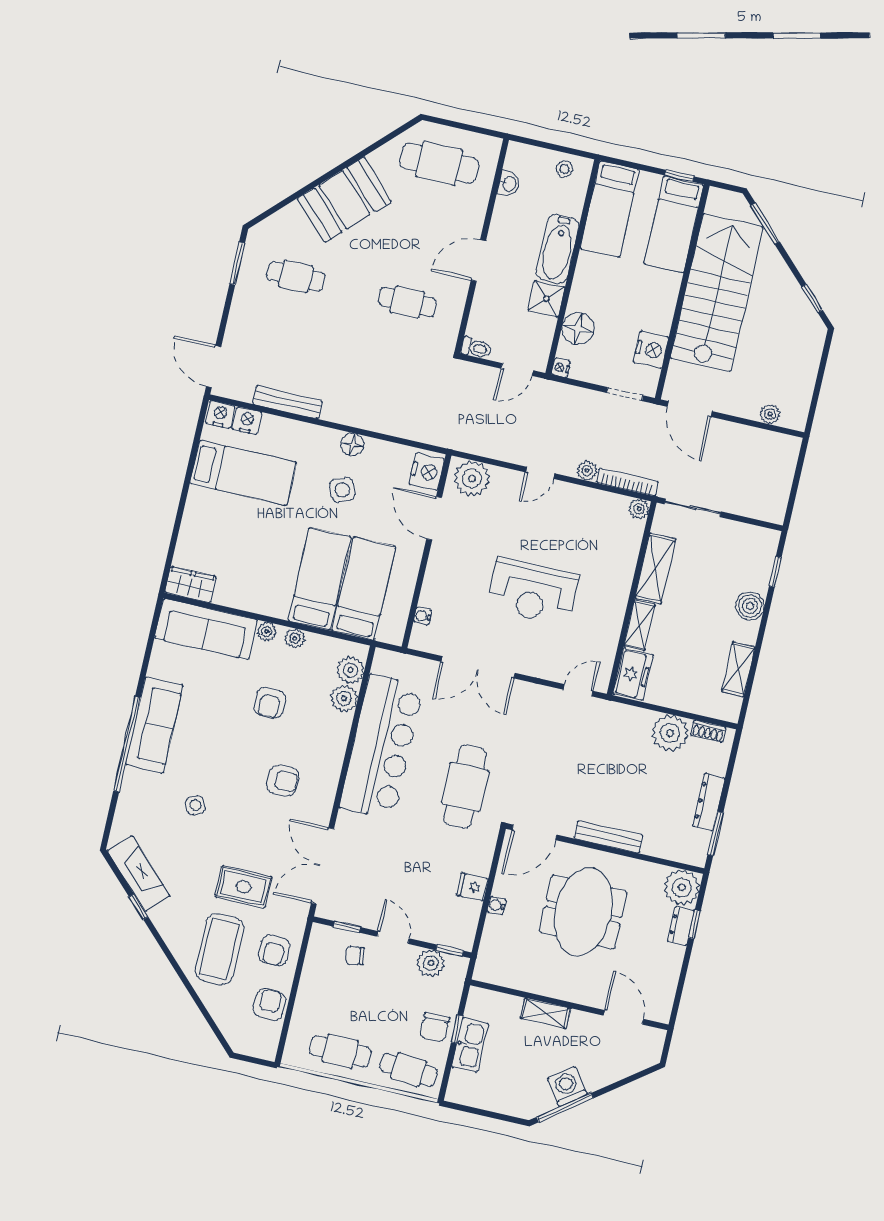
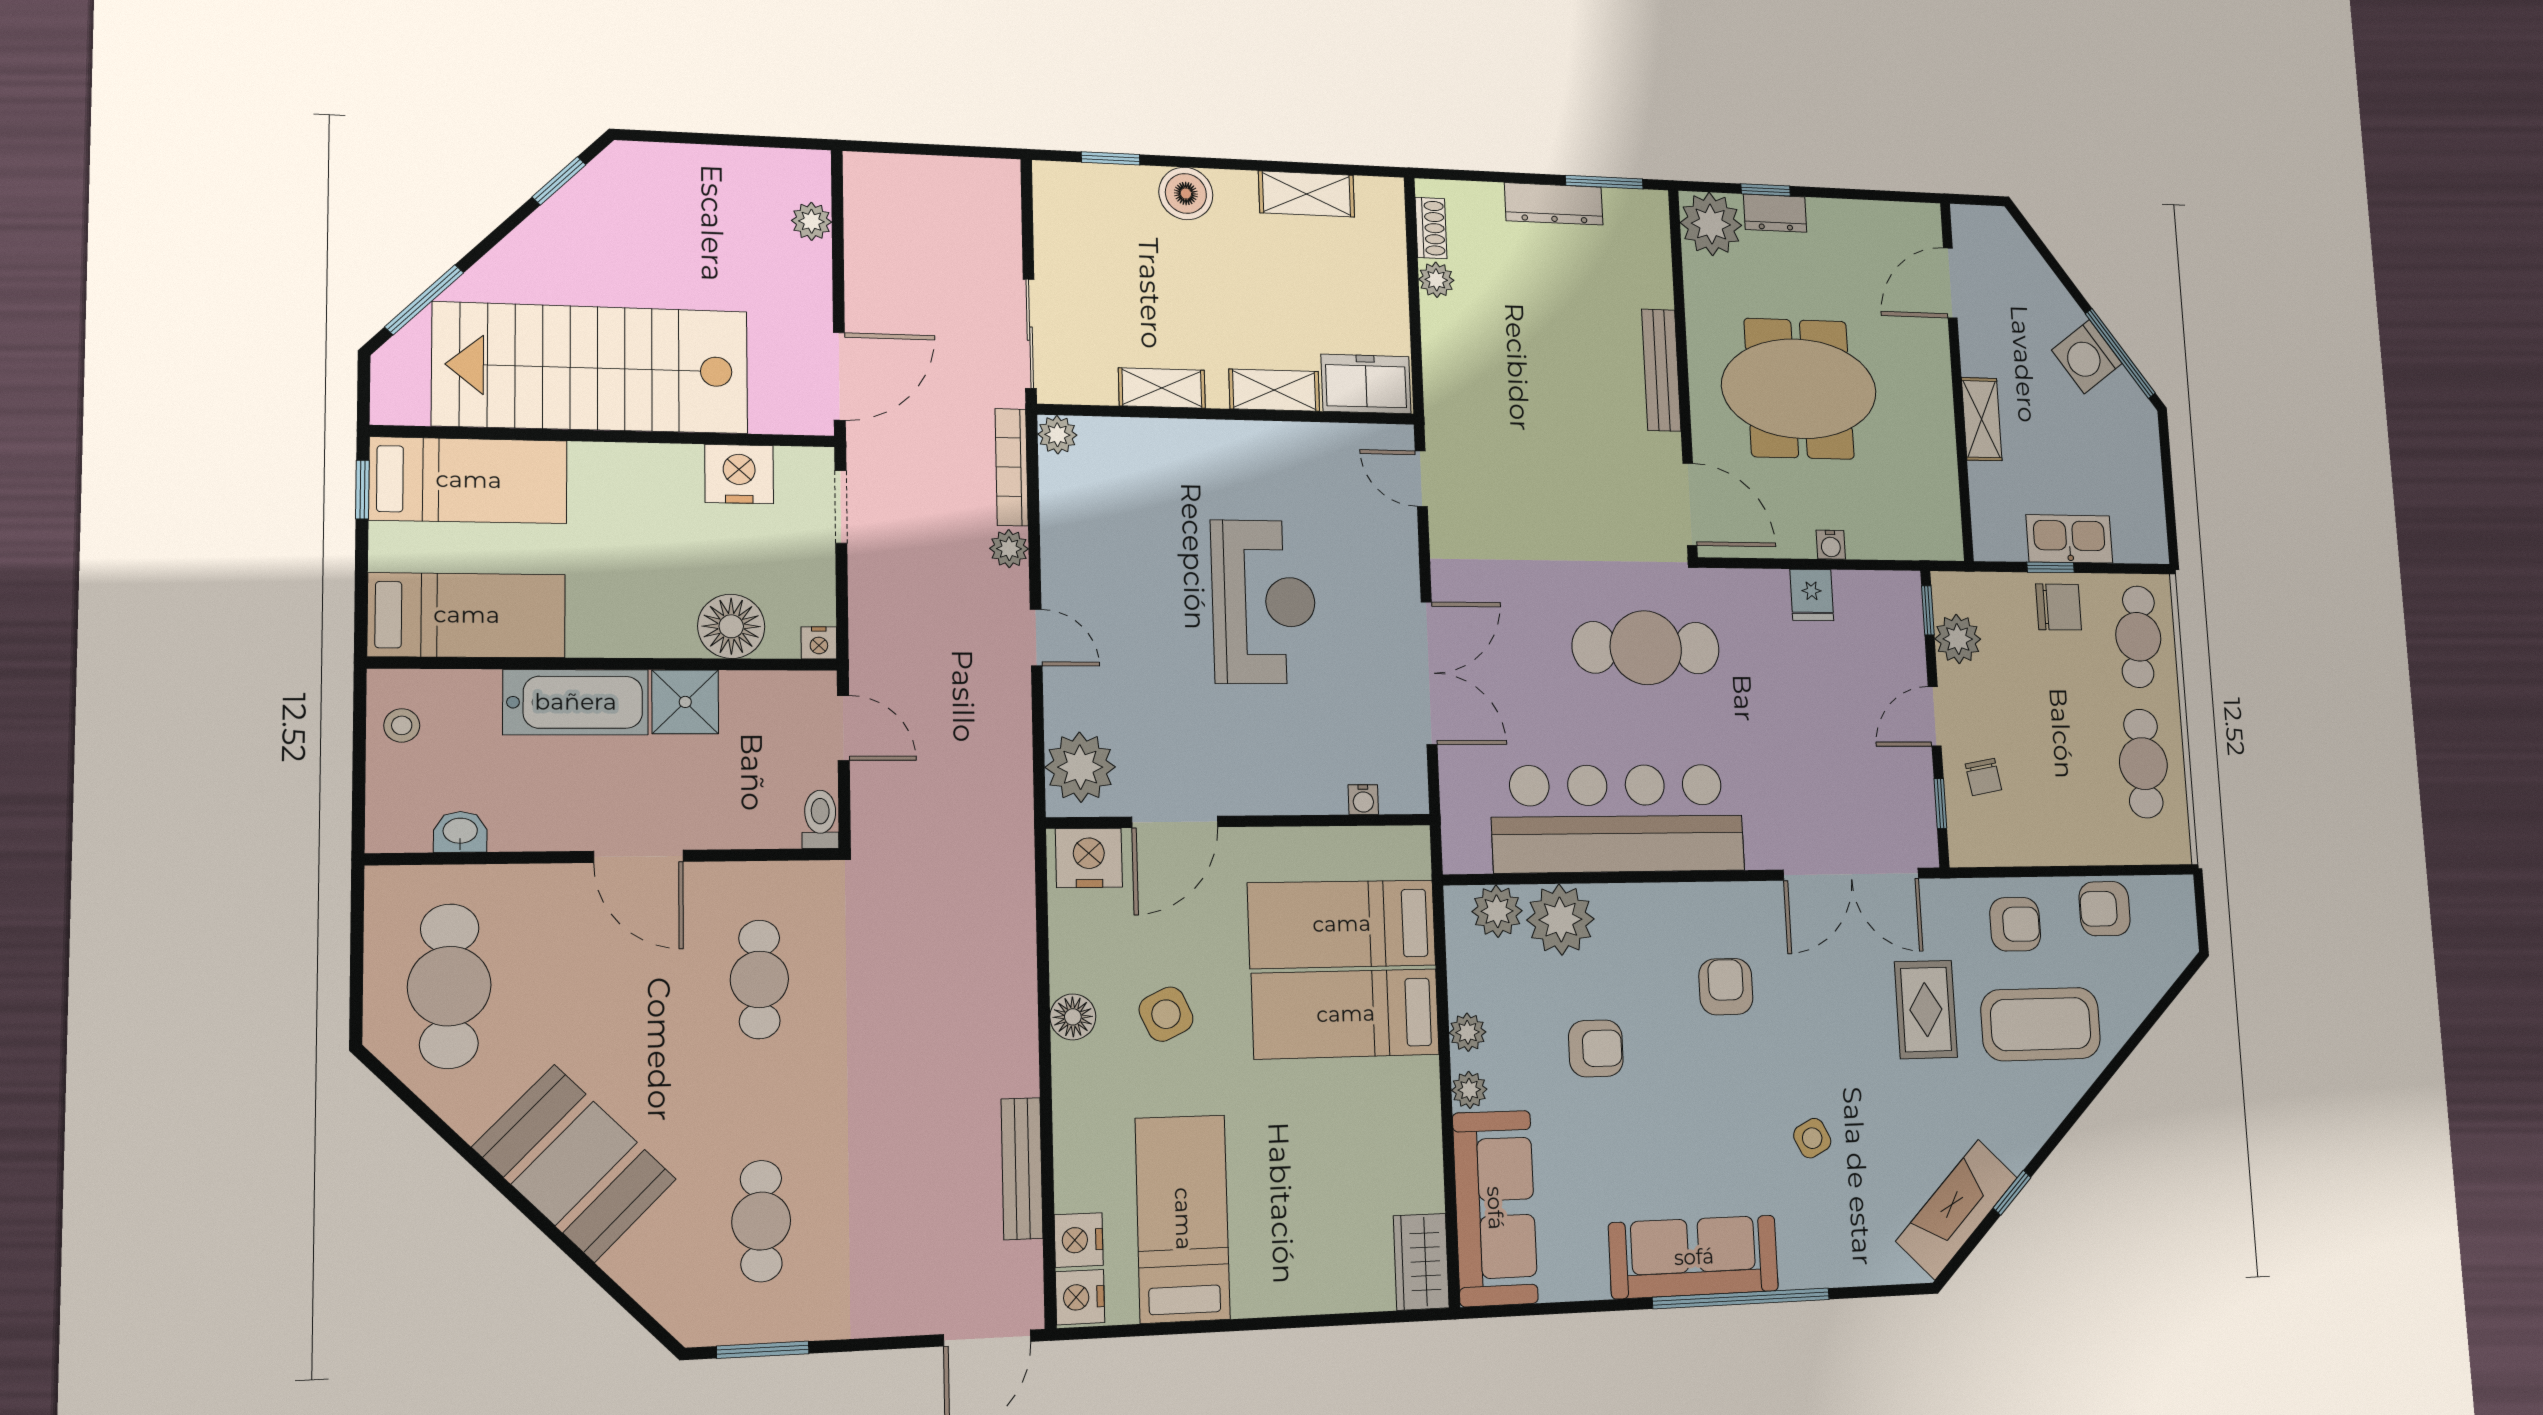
shelving: (655, 568) -> (1162, 388), width x0.67, depth x0.75
plant: (344, 698) -> (1560, 920), width x1.36, depth x1.36
plant: (670, 733) -> (1436, 280), width x0.53, depth x0.53

